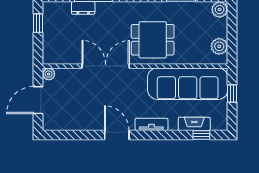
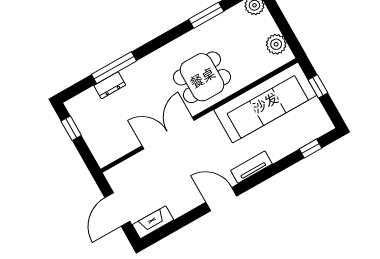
plant: (49, 74) -> (113, 176), removed
fireplace: (194, 124) -> (153, 222), moved

